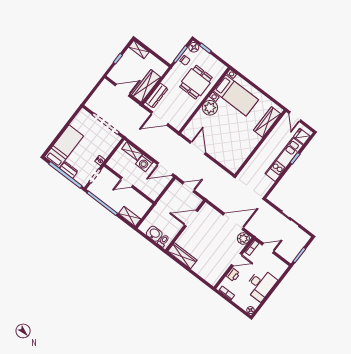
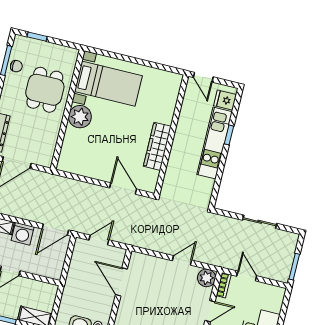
floor lamp: (194, 47) -> (21, 43), removed
wardrobe: (267, 122) -> (157, 146), moved
door: (198, 148) -> (123, 188), moved
door: (191, 218) -> (121, 282), hinge flipped
door: (233, 221) -> (182, 260), width x0.53
door: (268, 248) -> (247, 276), hinge flipped

